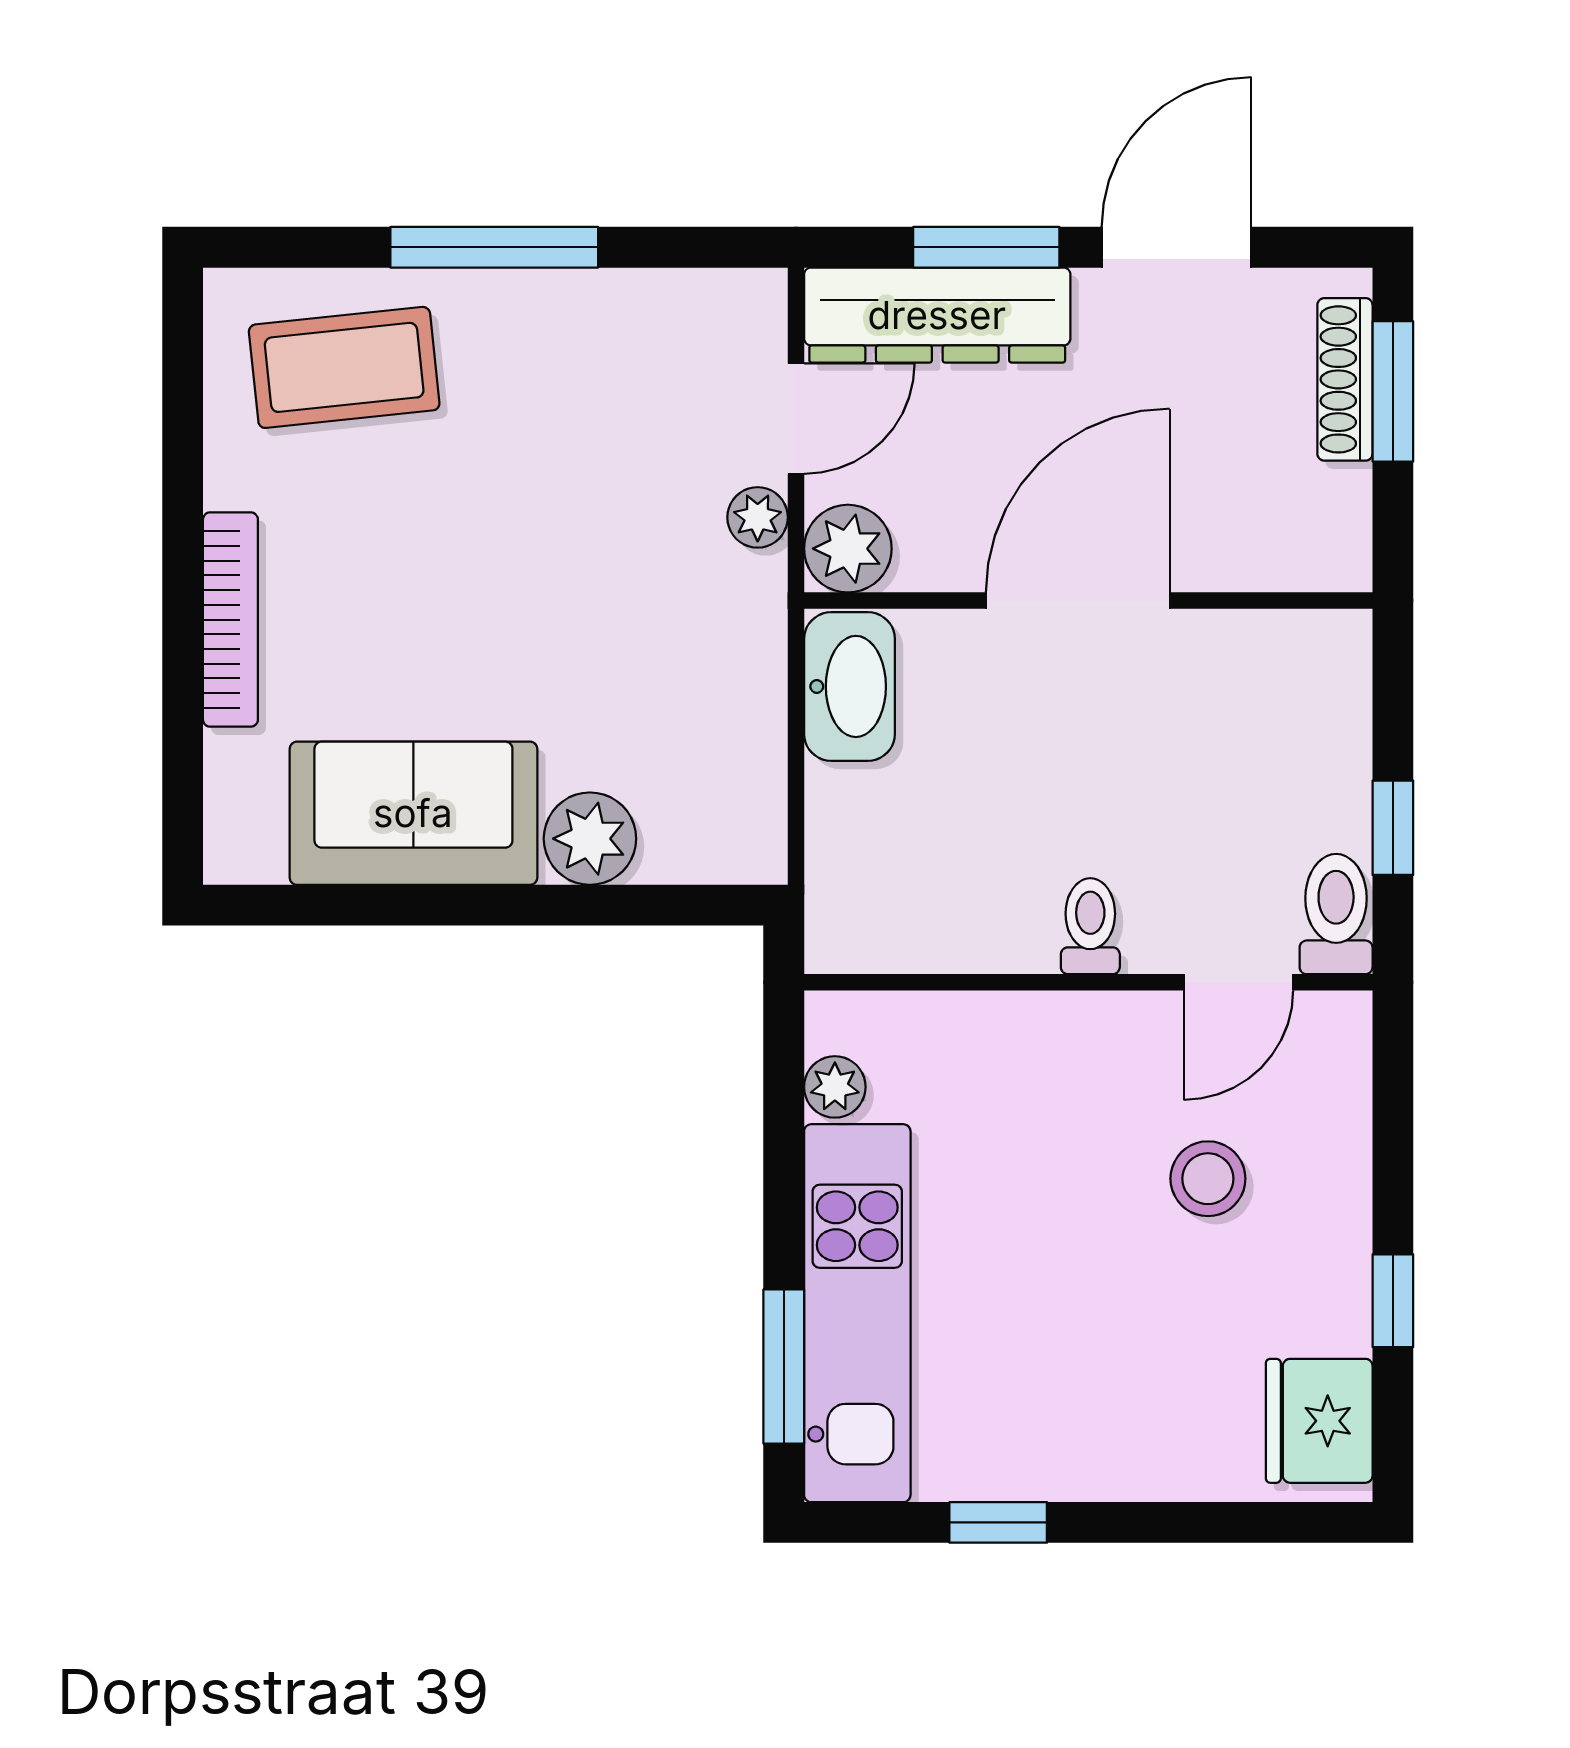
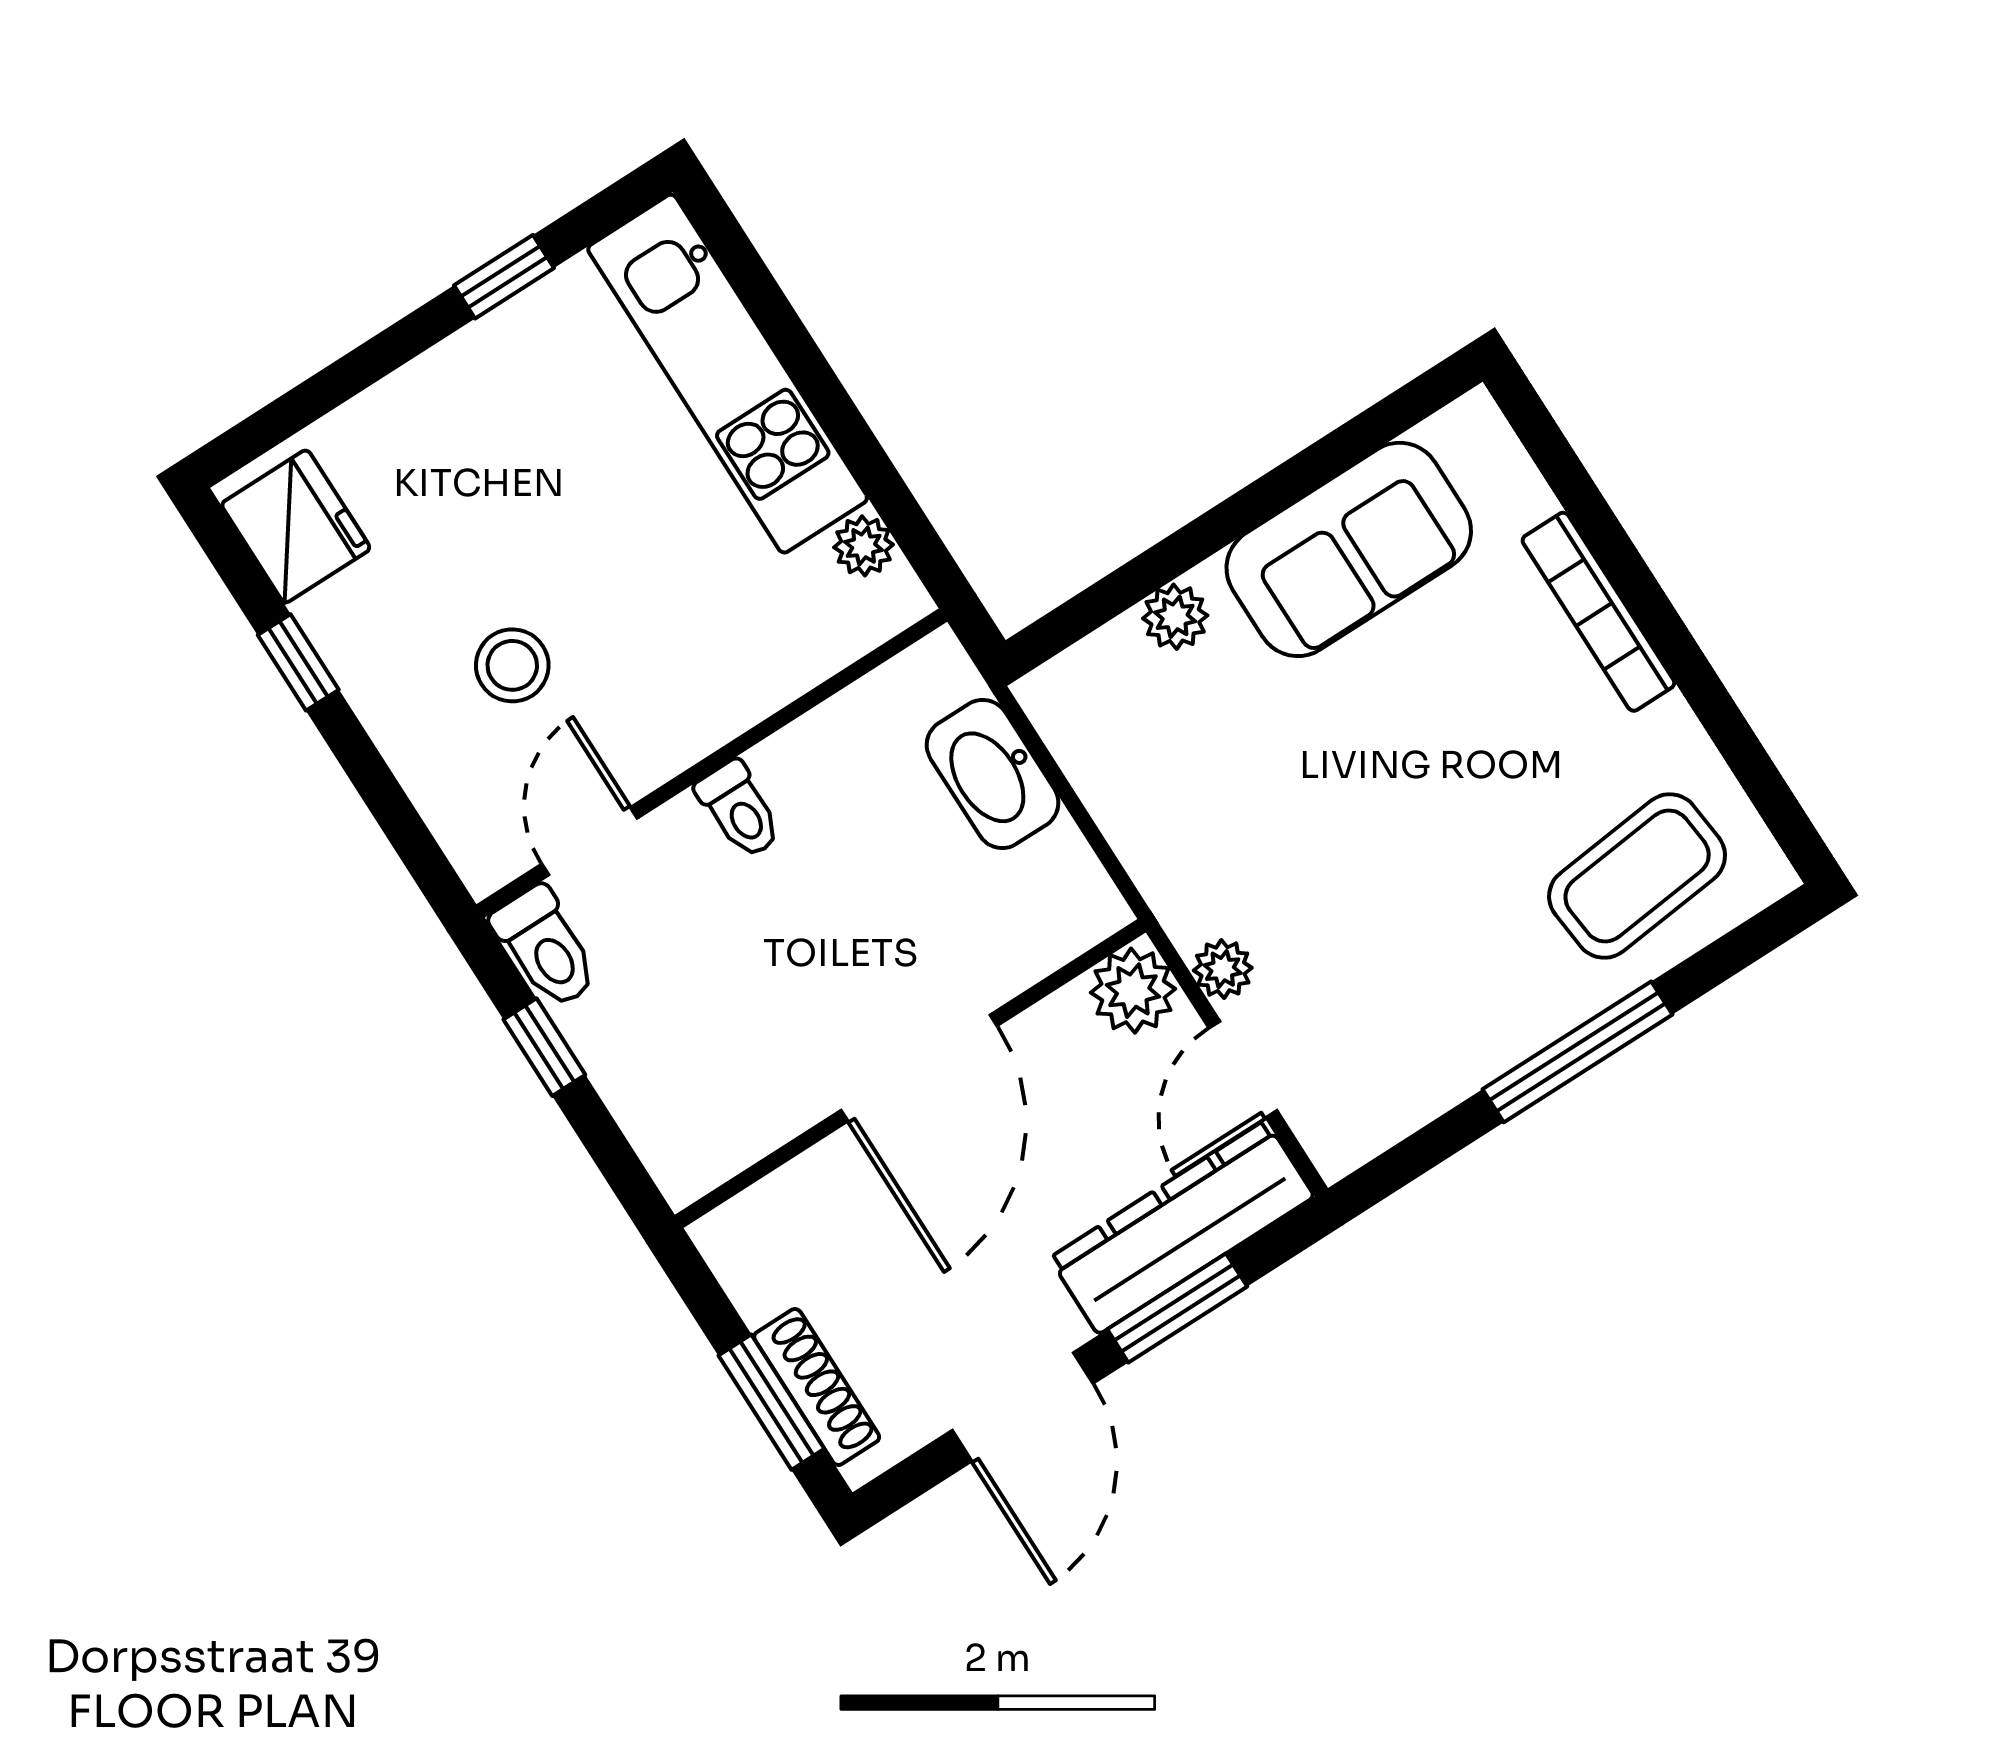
washbasin: (850, 686) -> (993, 774), moved
plant: (590, 839) -> (1175, 617), width x0.73, depth x0.73
window: (784, 1366) -> (760, 292), removed

